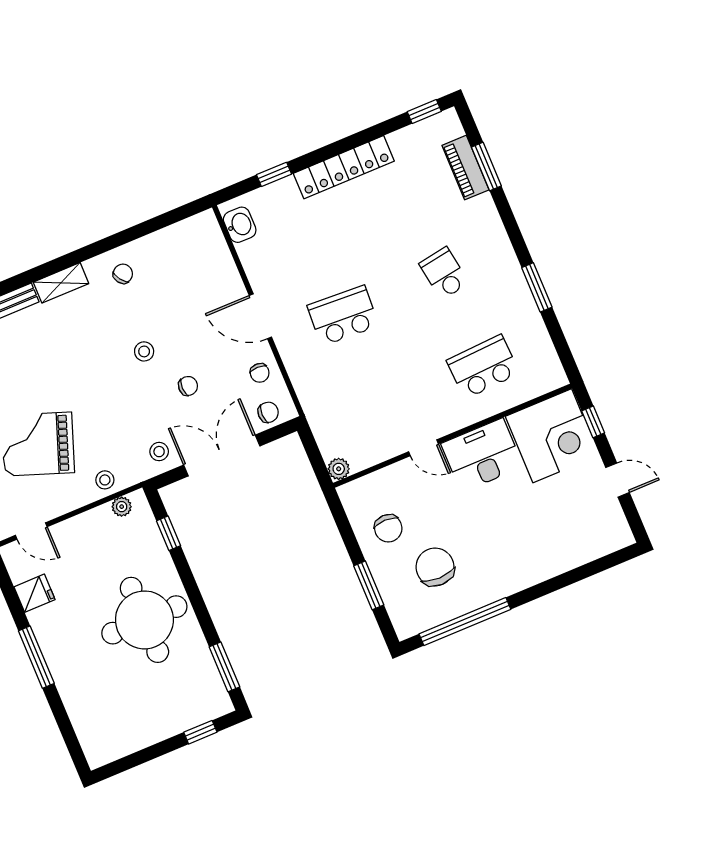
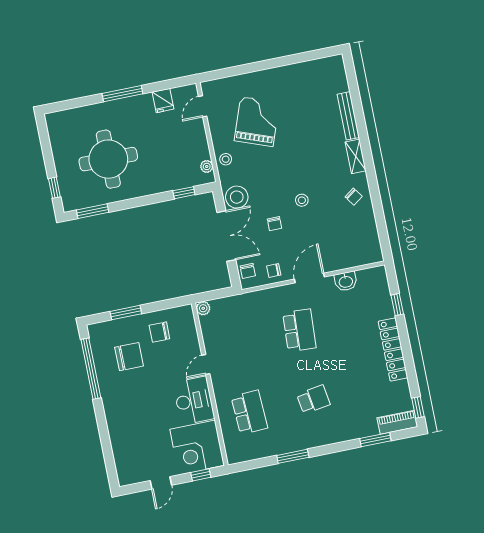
piano: (465, 168) -> (397, 422), moved
washbasin: (240, 225) -> (346, 281), moved
stool: (159, 452) -> (237, 197), width x1.89, depth x1.89
round table: (144, 620) -> (108, 159), moved

